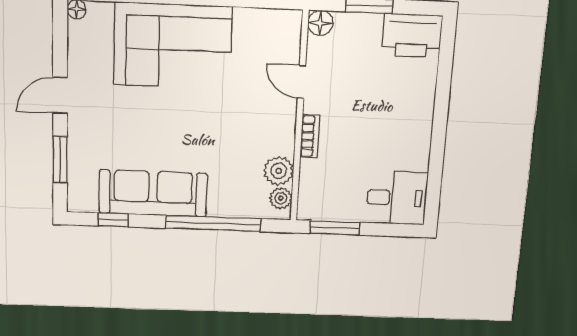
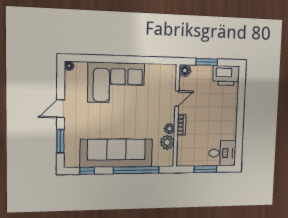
door: (302, 82) -> (177, 99), swing flipped
sofa: (153, 193) -> (116, 153), width x1.36, depth x1.27
plant: (281, 198) -> (169, 129), moved
window: (335, 228) -> (205, 169), moved

